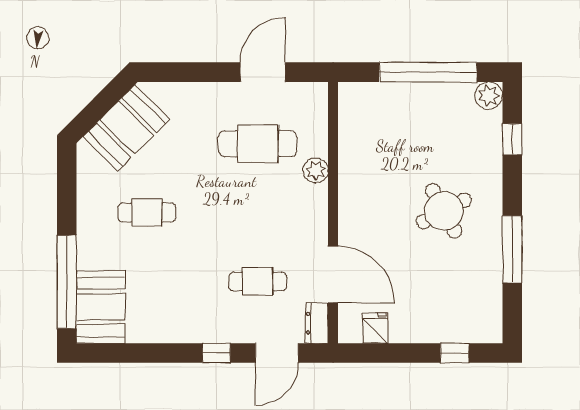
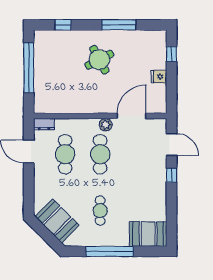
plant: (489, 96) -> (41, 37), removed
plant: (316, 170) -> (106, 125), moved
cafe table: (258, 281) -> (100, 154), moved, width x1.37, depth x1.35
window: (67, 282) -> (110, 251), moved
dresser: (317, 323) -> (44, 124), moved
fridge: (375, 328) -> (159, 77), moved

